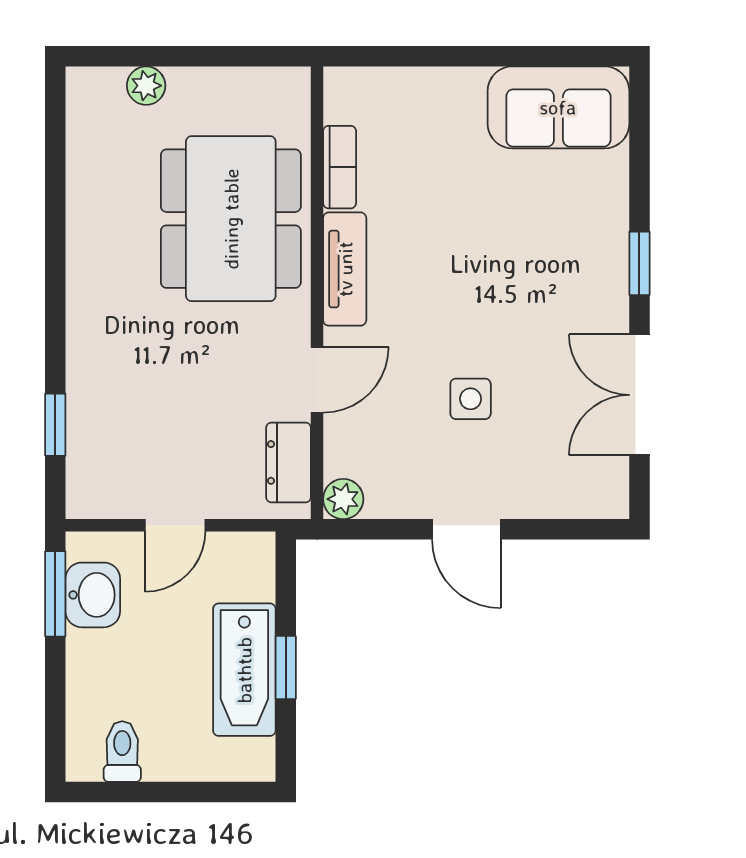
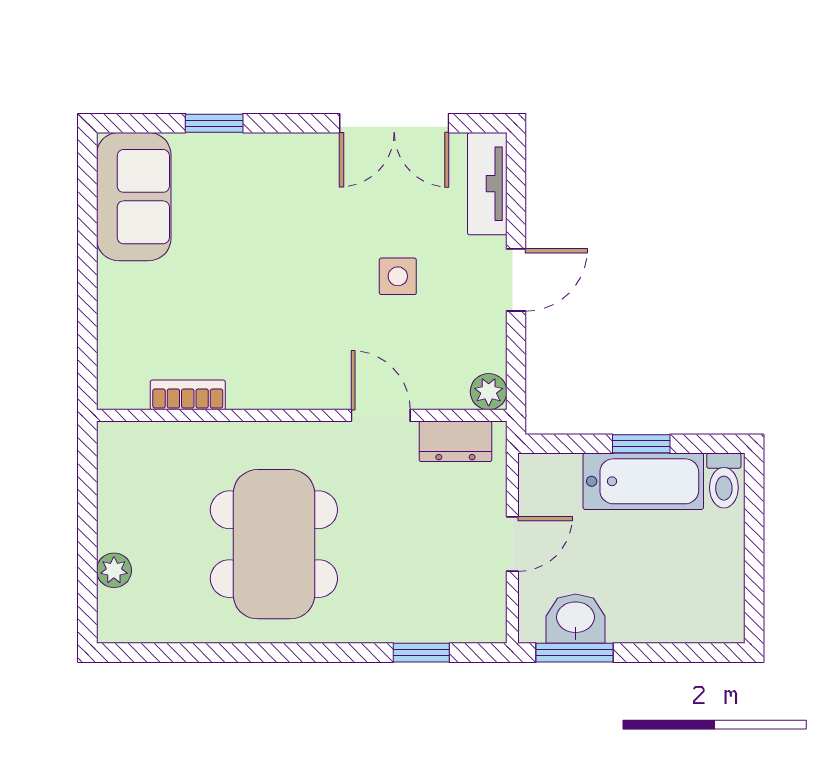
dining table: (231, 219) -> (274, 544), moved, turned 90
window: (639, 263) -> (214, 123), moved
tv unit: (345, 269) -> (487, 184), moved, turned -90
door: (175, 525) -> (512, 544), hinge flipped
toilet: (122, 752) -> (724, 480), moved, turned -90

